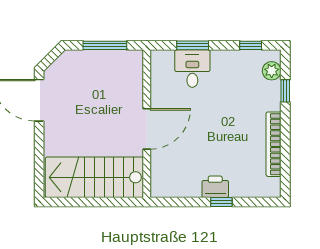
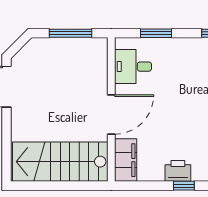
desk: (192, 69) -> (133, 67), moved, turned -90
filing cabinet: (162, 176) -> (126, 160), added

